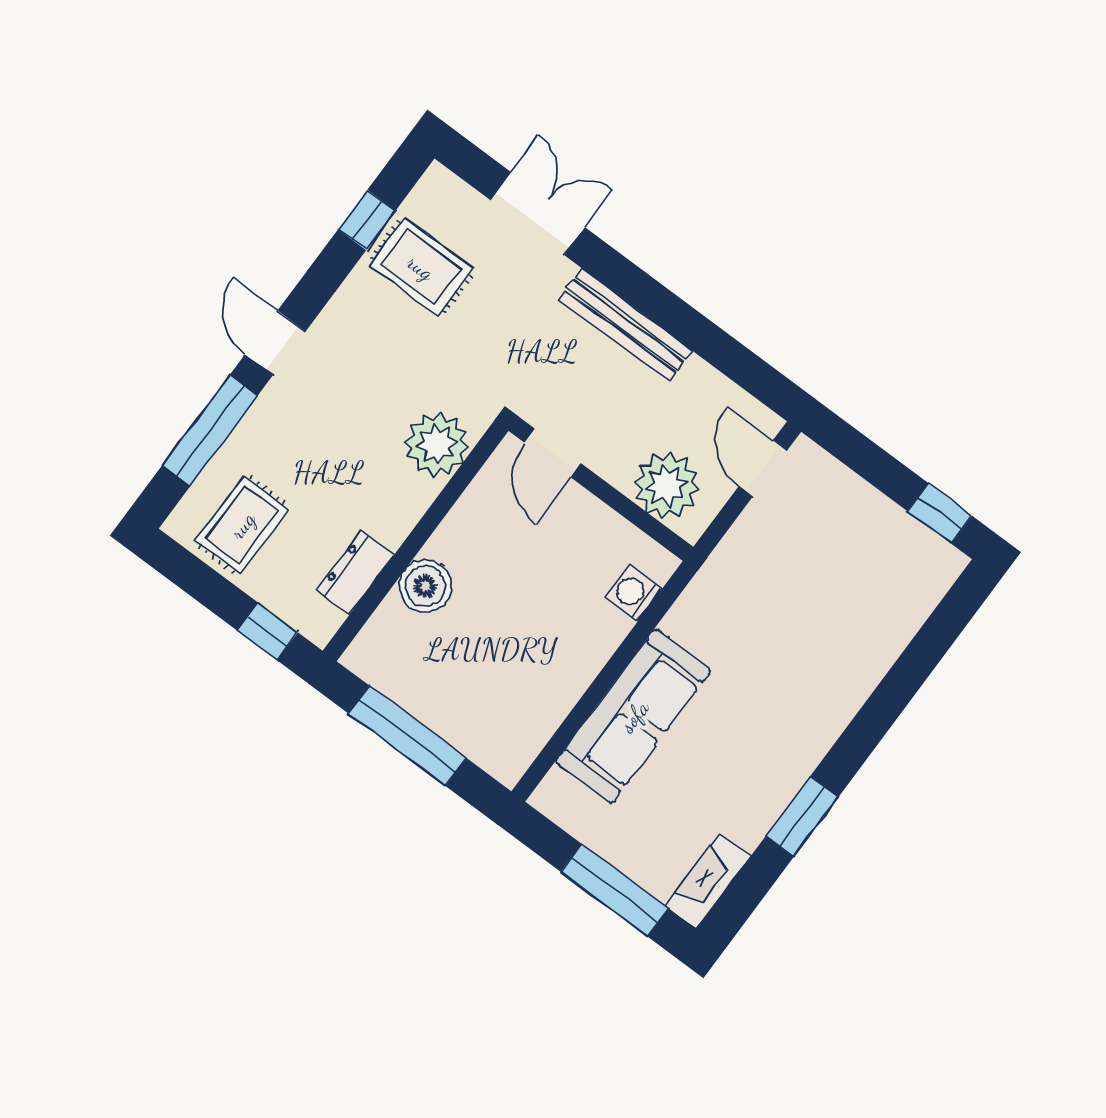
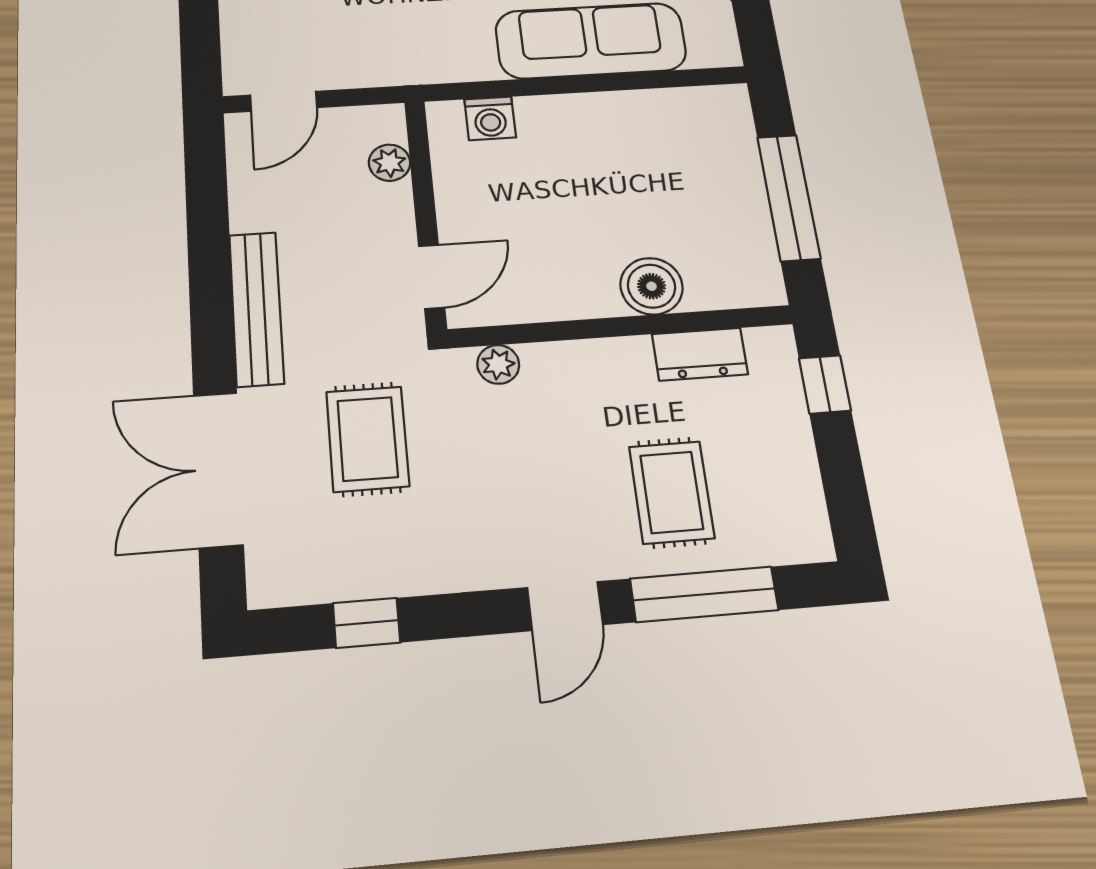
double door: (537, 213) -> (218, 469), width x1.37
rug: (421, 267) -> (368, 439), moved
plant: (437, 444) -> (498, 364), width x0.53, depth x0.53
plant: (666, 485) -> (389, 163), width x0.53, depth x0.53
rug: (242, 525) -> (672, 492), moved, turned 90

